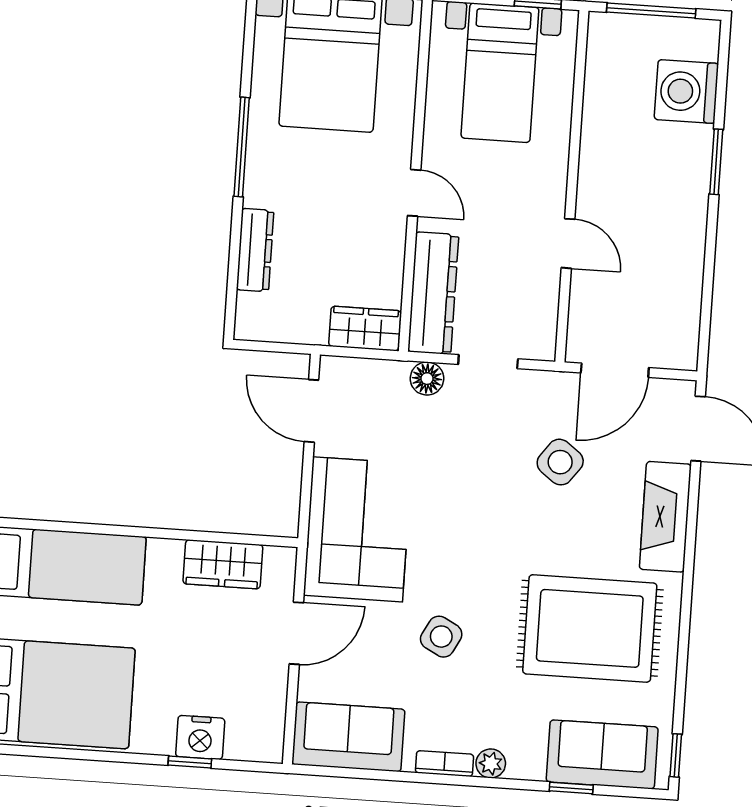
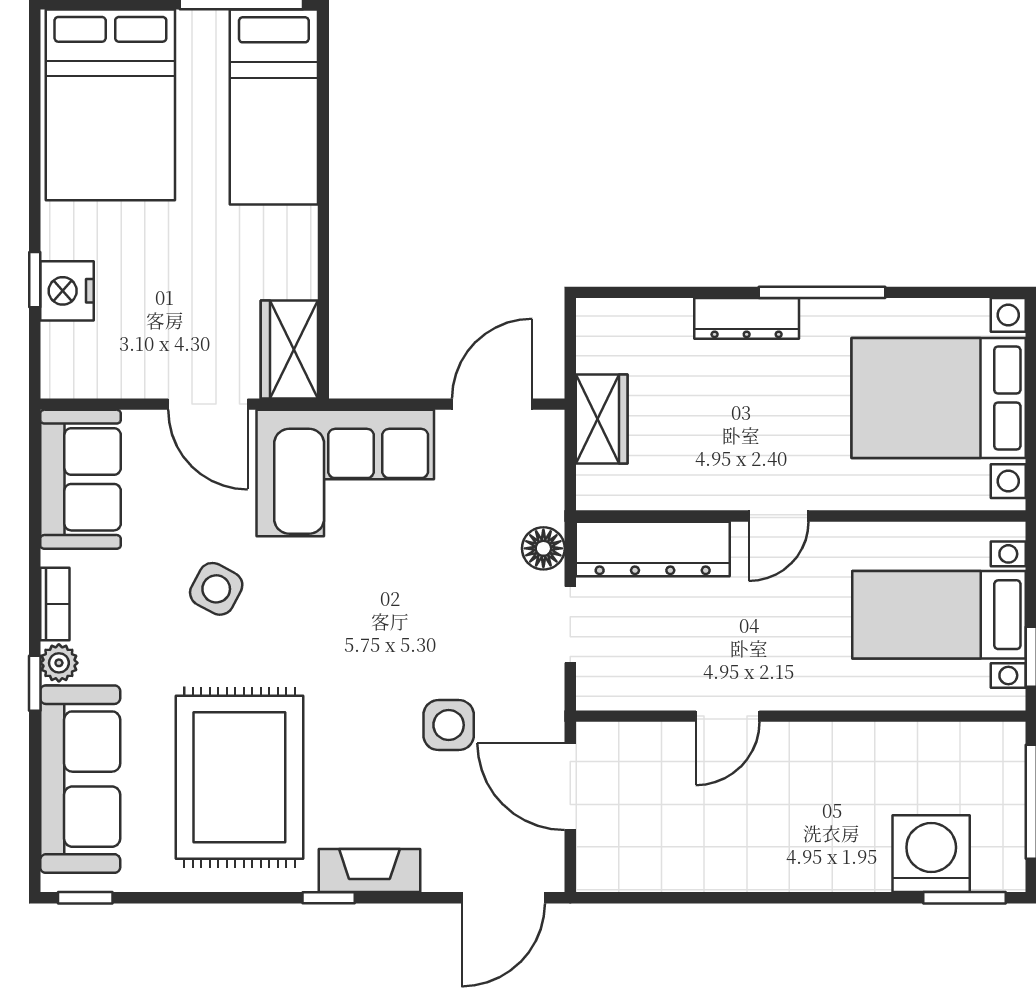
window: (716, 162) -> (964, 898), moved
dresser: (255, 250) -> (747, 318), moved
wardrobe: (365, 329) -> (602, 419), moved
side table: (560, 462) -> (449, 725), turned -37
fireplace: (665, 517) -> (369, 871), width x0.73, depth x0.76
wardrobe: (223, 564) -> (289, 349), moved
window: (689, 565) -> (329, 898), added
sofa: (602, 754) -> (80, 779), width x1.36
window: (571, 788) -> (35, 683), moved

